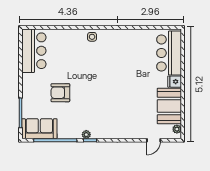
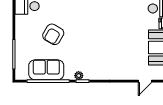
armchair: (60, 93) -> (53, 34), turned -60
sofa: (39, 129) -> (46, 70), moved

